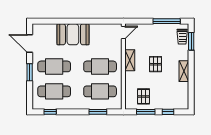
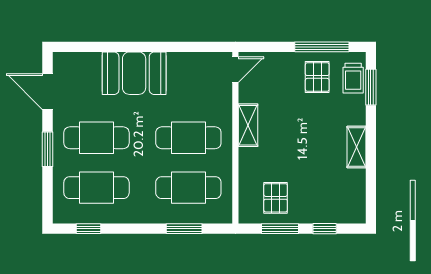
pallet: (155, 64) -> (317, 77), moved

